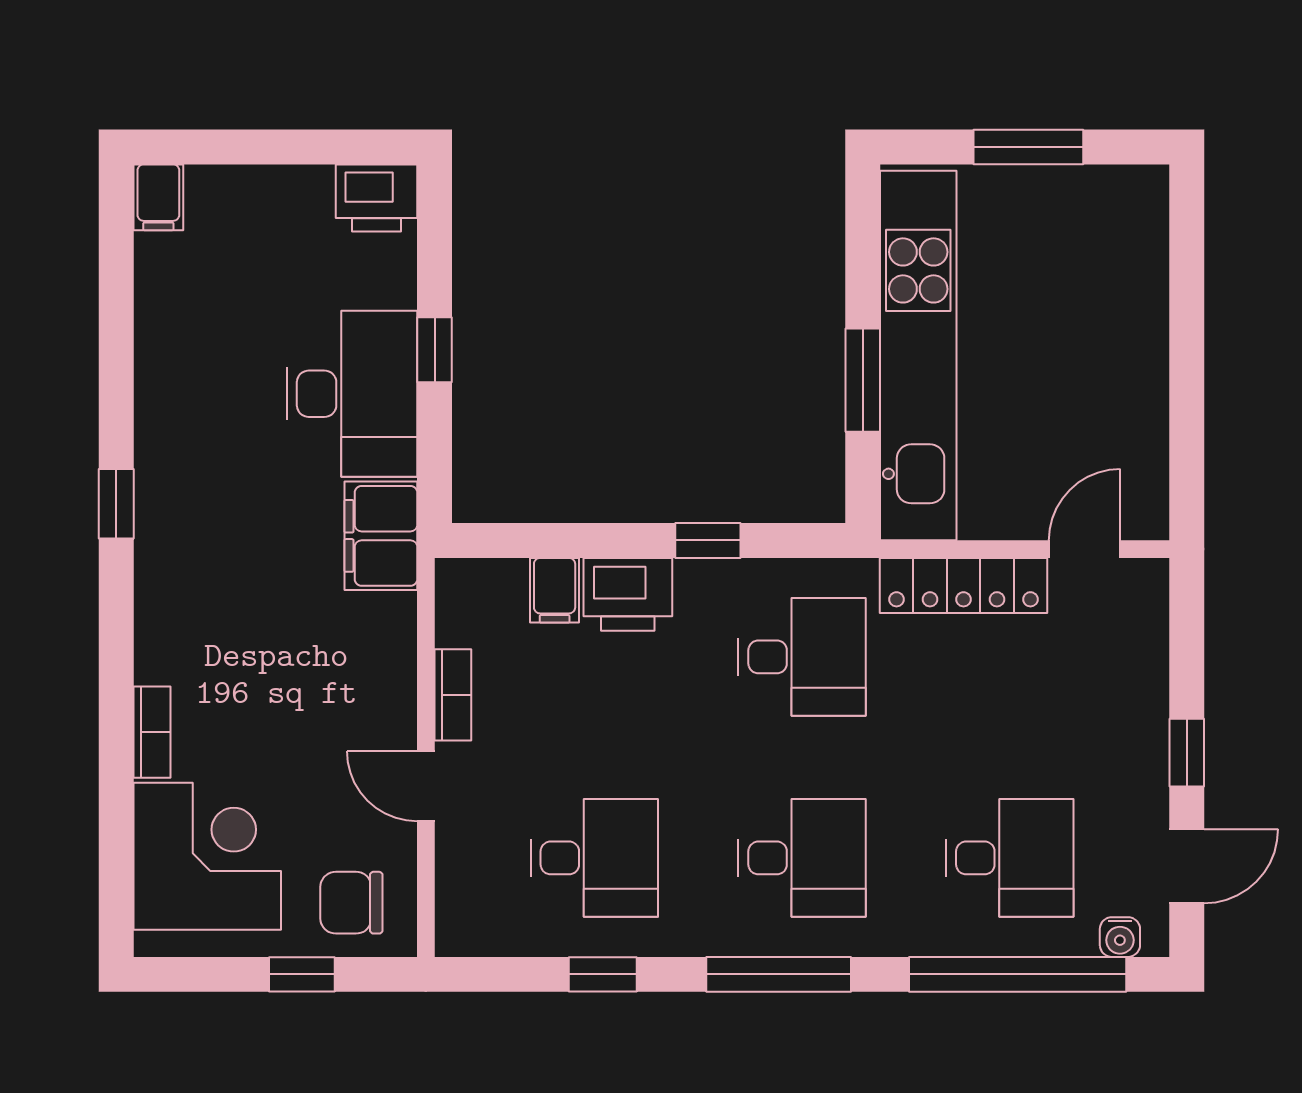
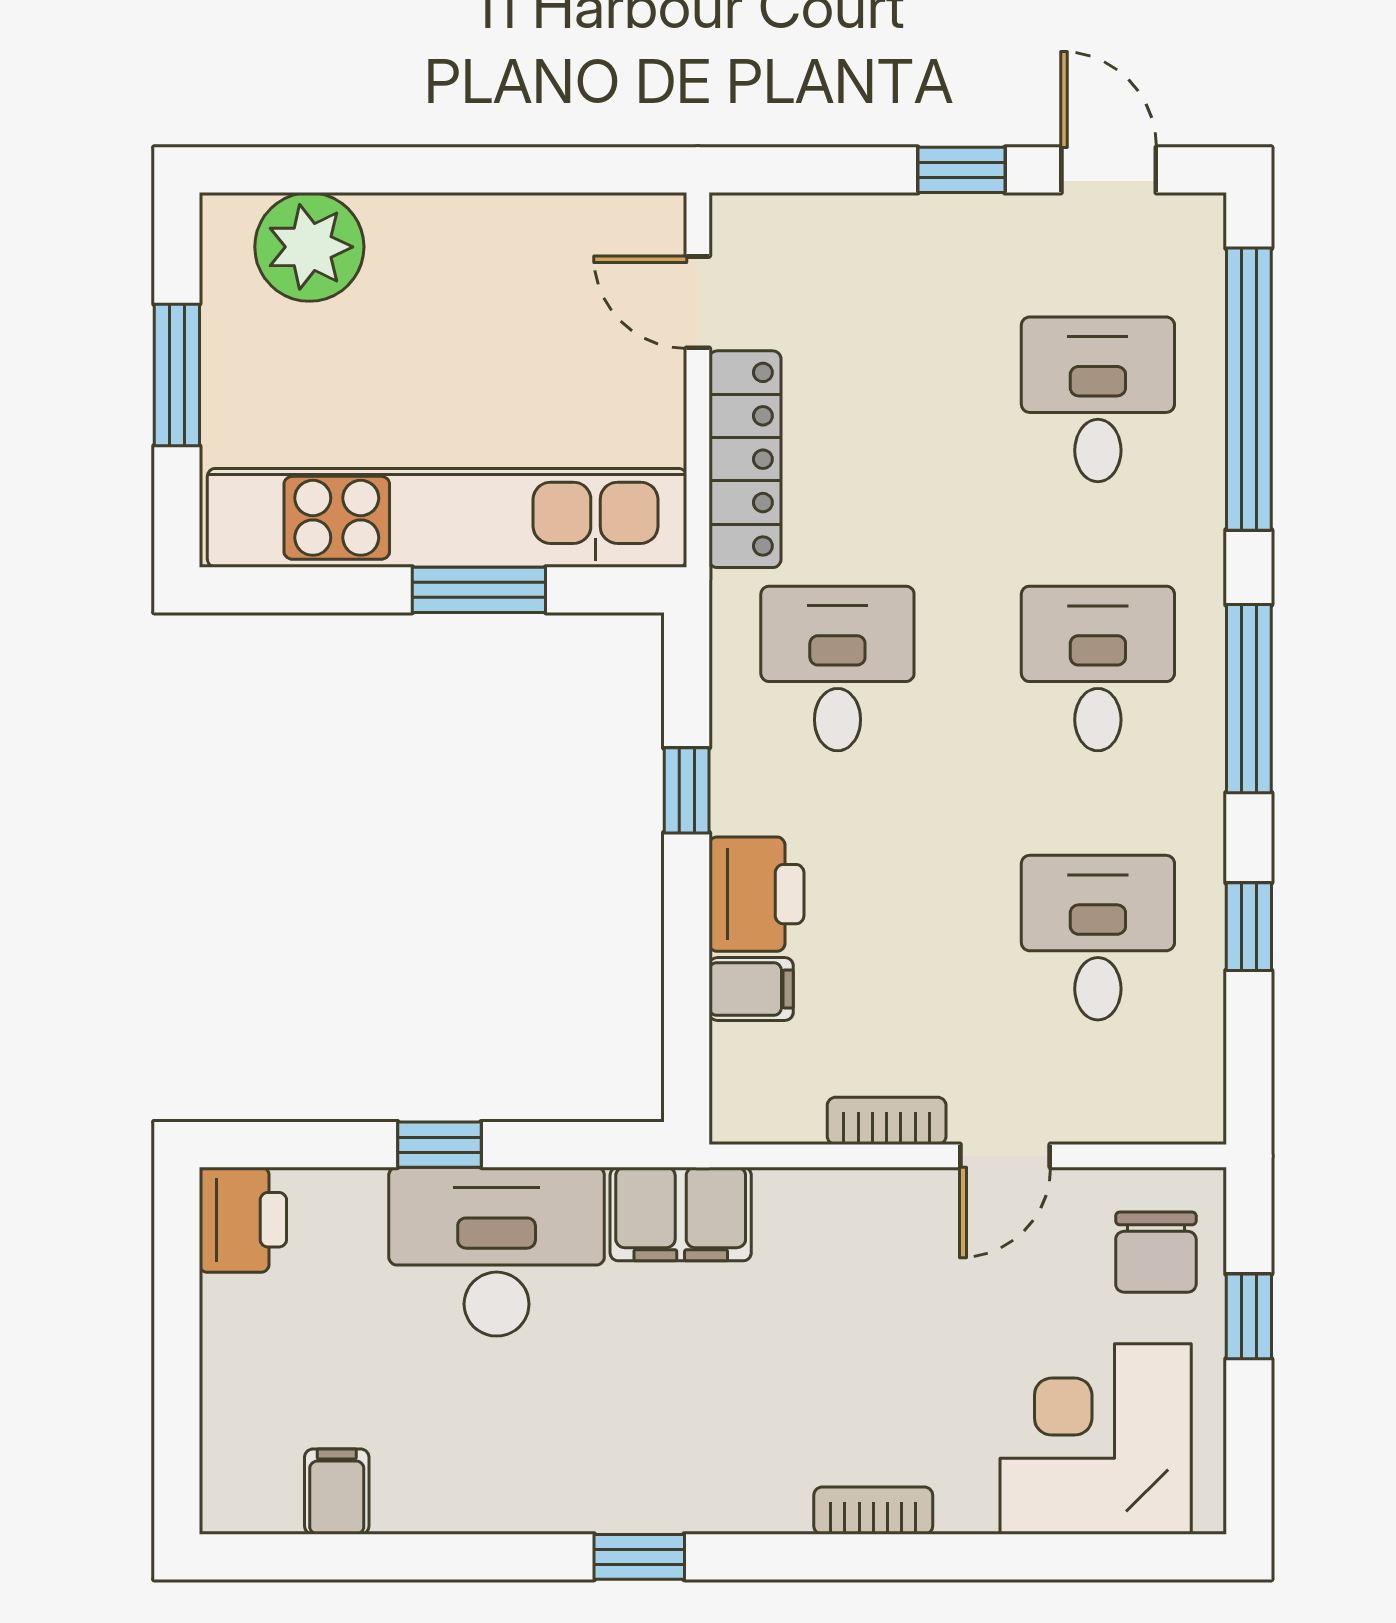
filing cabinet: (158, 197) -> (337, 1492), moved, turned -90
plant: (1127, 249) -> (309, 247), added
bookcase: (152, 732) -> (873, 1511), moved
water cooler: (1120, 937) -> (1200, 257), removed

